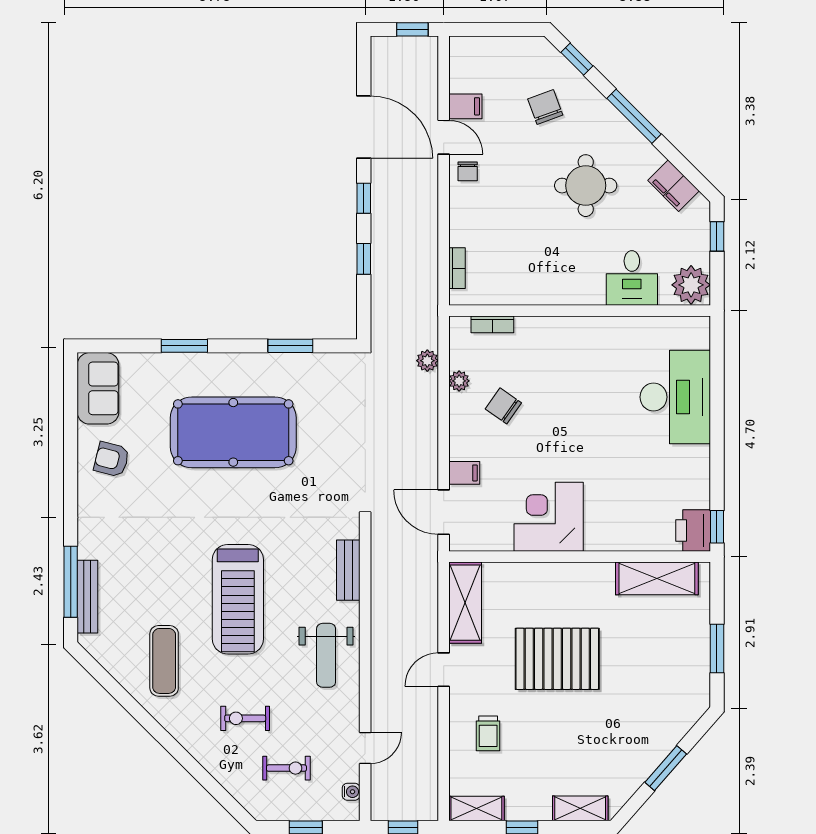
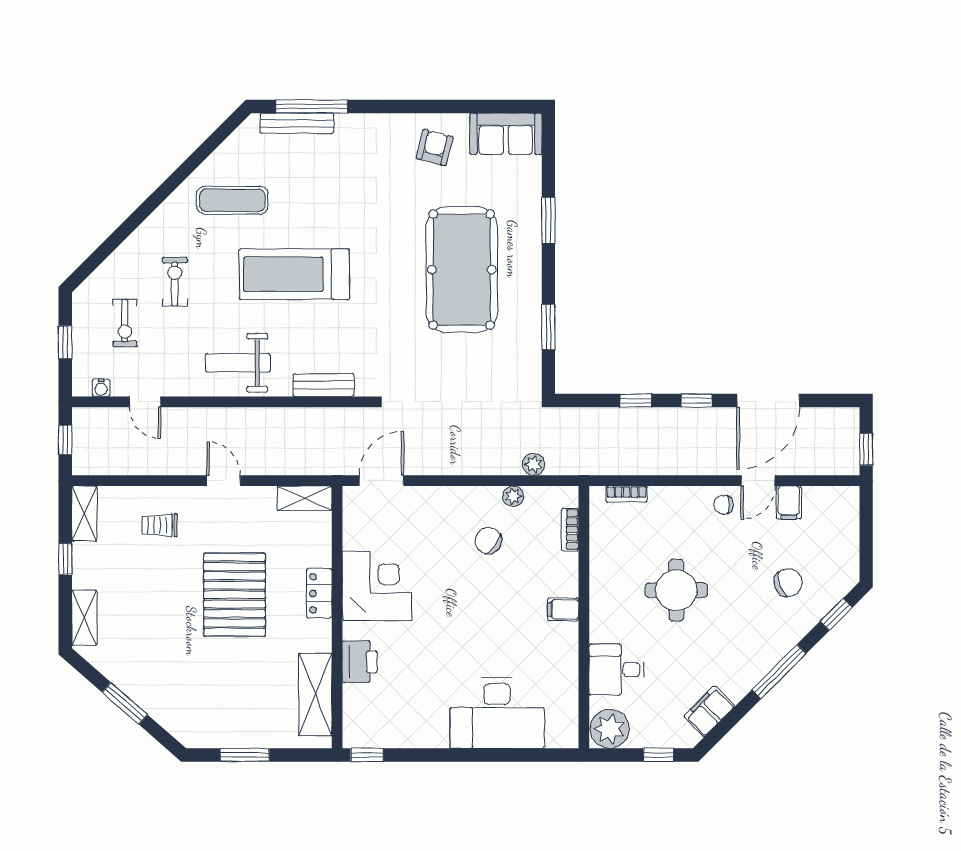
round table: (586, 186) -> (676, 590), moved
chair: (503, 406) -> (488, 541), turned -89
filing cabinet: (464, 473) -> (563, 609), moved, turned 90
printer: (693, 530) -> (360, 662), moved, turned 90
locker: (556, 574) -> (319, 593), added
shelving: (465, 603) -> (304, 498), width x0.67, depth x0.75

